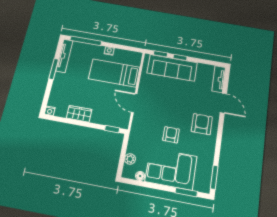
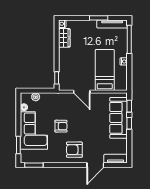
door: (134, 103) -> (82, 92), swing flipped
wardrobe: (79, 114) -> (64, 38), moved
armchair: (202, 124) -> (74, 150), turned 180

